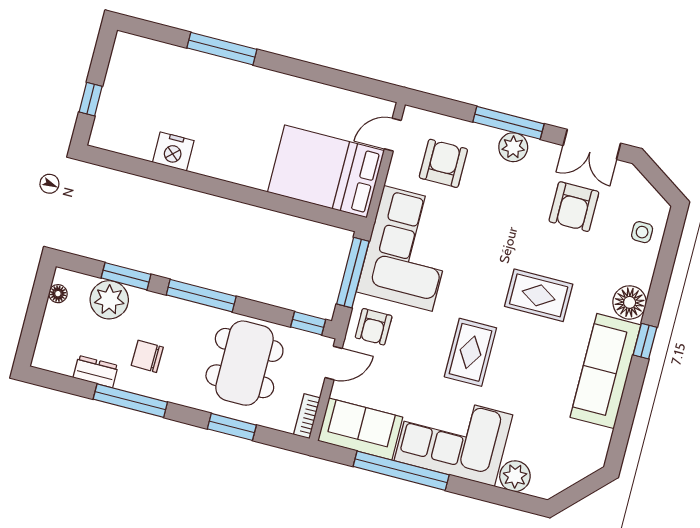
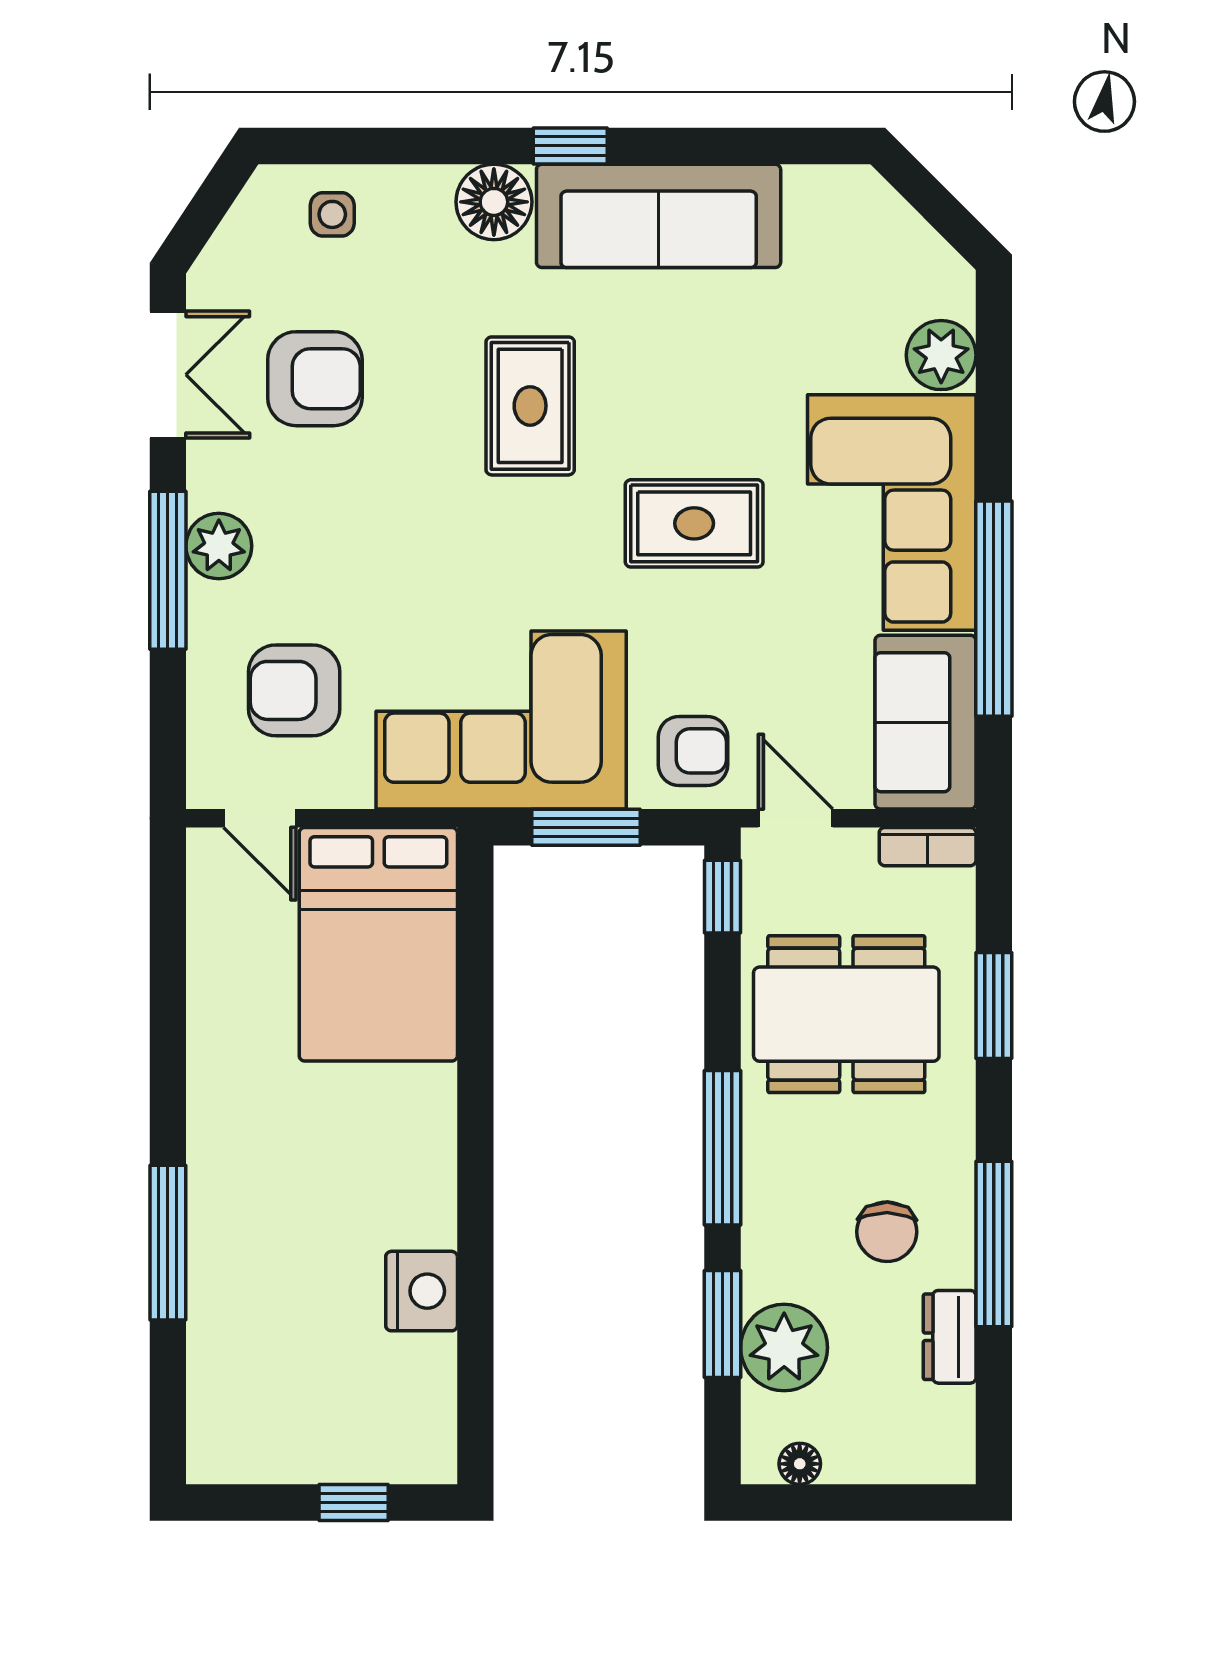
window: (353, 273) -> (586, 827), width x0.69

